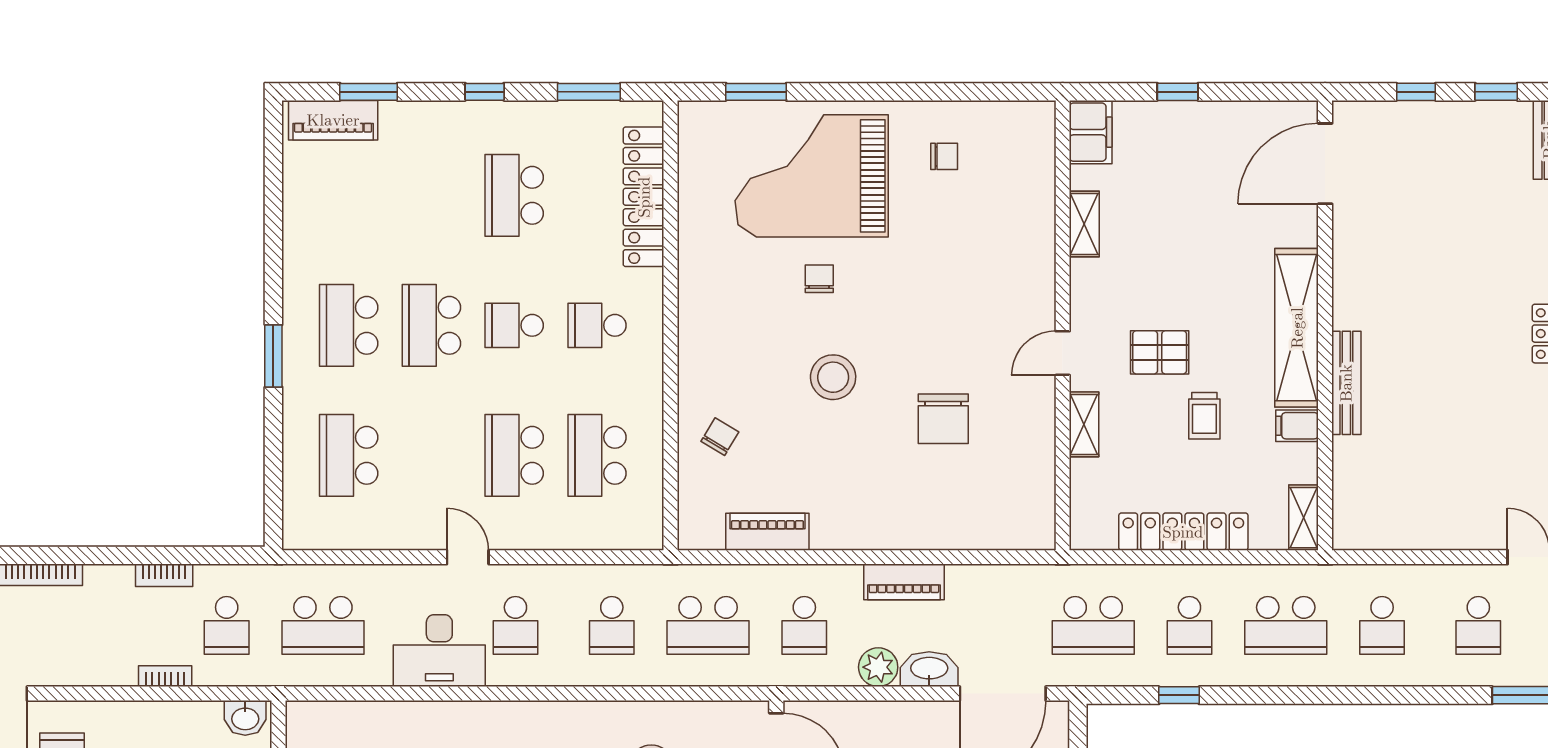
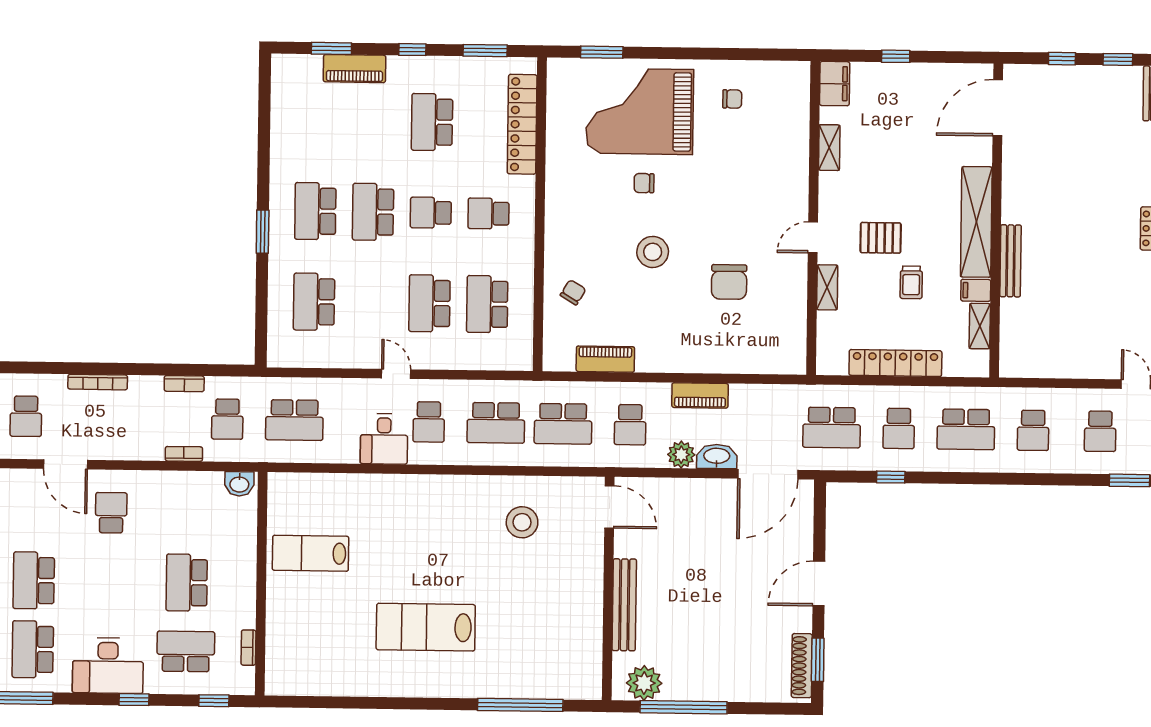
piano: (333, 120) -> (355, 69), moved
chair: (819, 279) -> (644, 183), turned -90
shelving: (1304, 518) -> (980, 326), moved
school desk: (612, 625) -> (496, 423), width x1.85
desk: (439, 651) -> (384, 439), width x0.73

